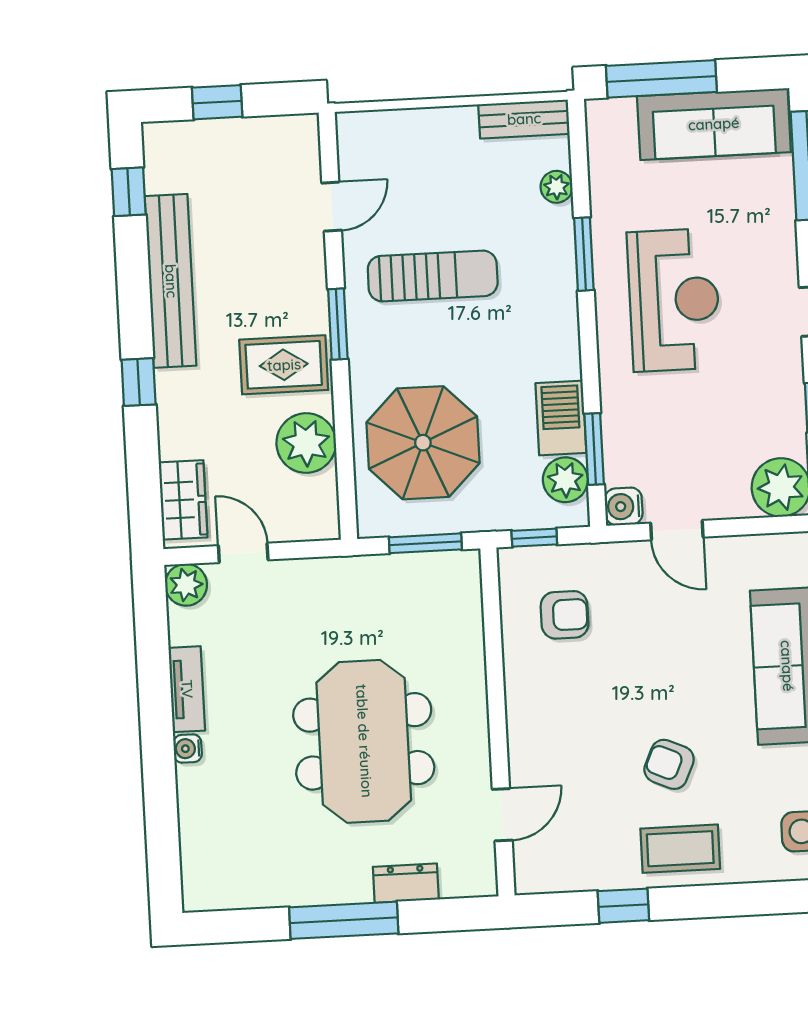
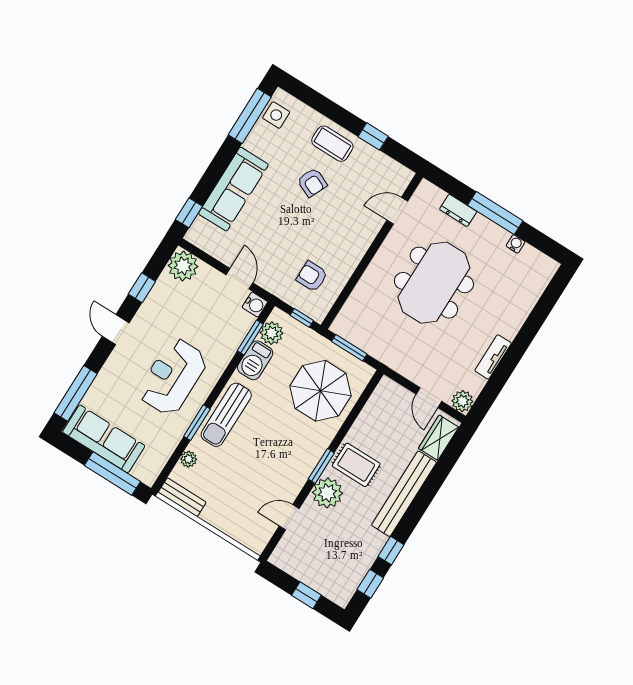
sun lounger: (433, 276) -> (226, 415), moved, turned -90
bench: (171, 281) -> (404, 494), moved
window: (139, 382) -> (391, 551), moved
plant: (306, 443) -> (327, 493), moved
water cooler: (188, 749) -> (516, 244), moved, turned -90

